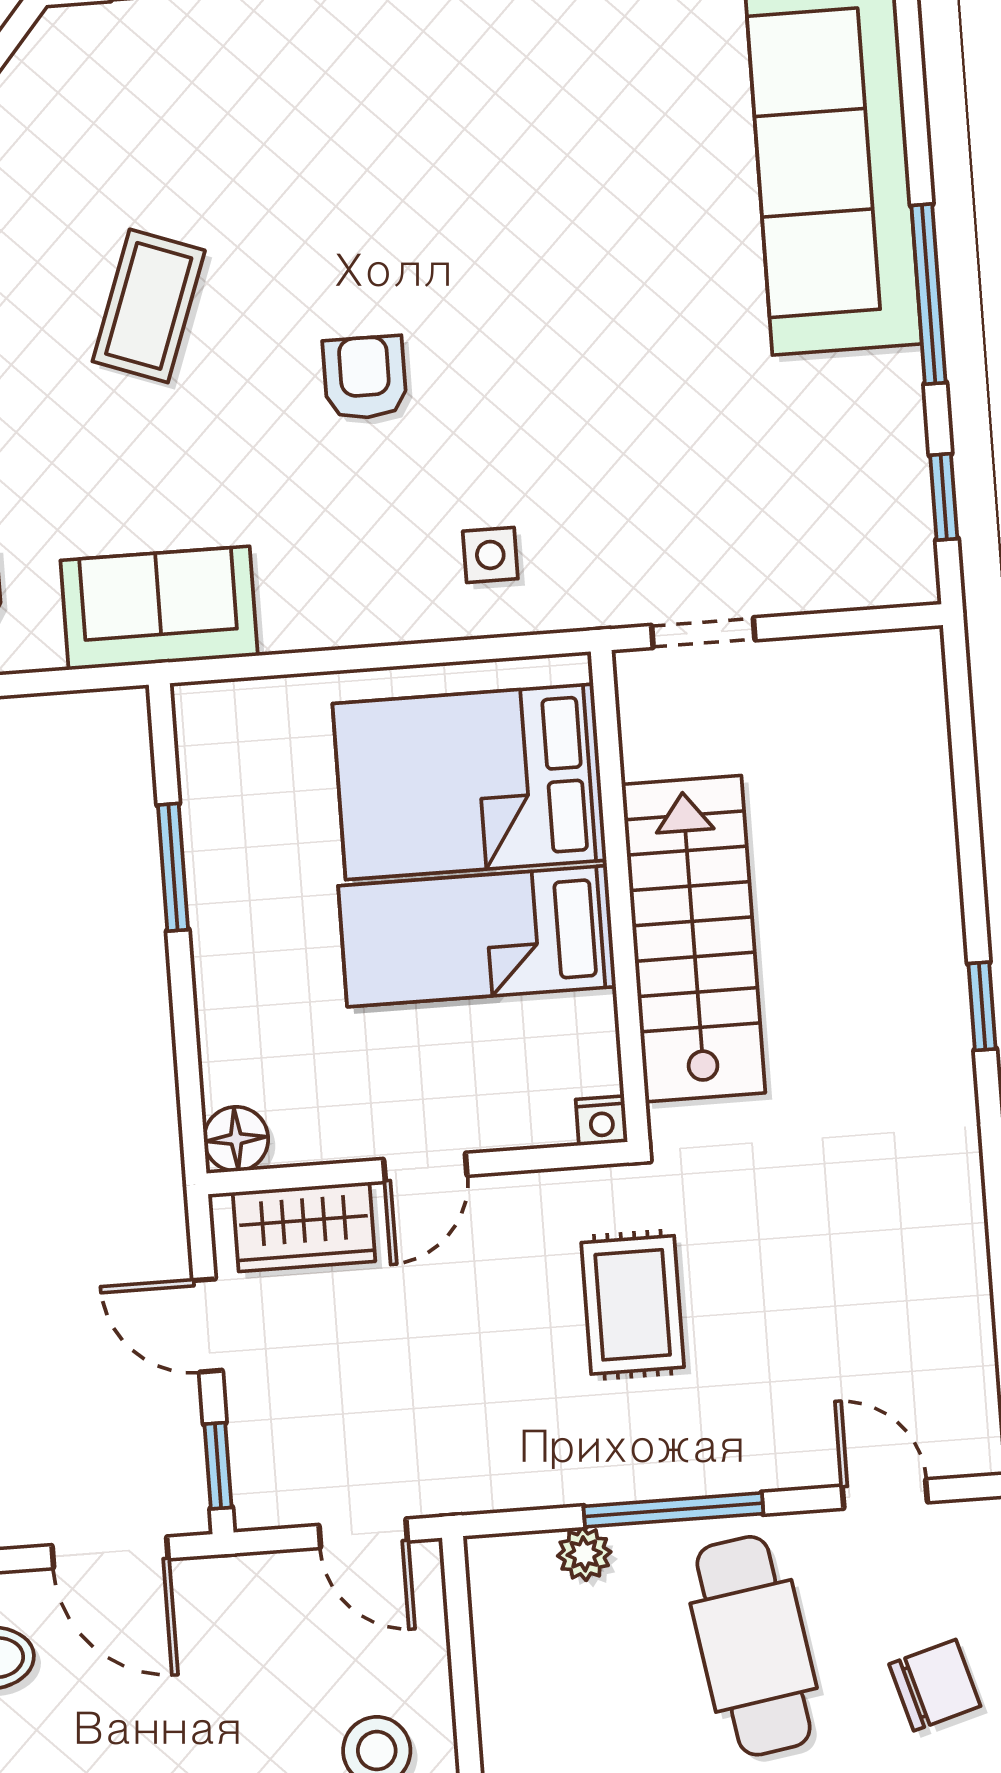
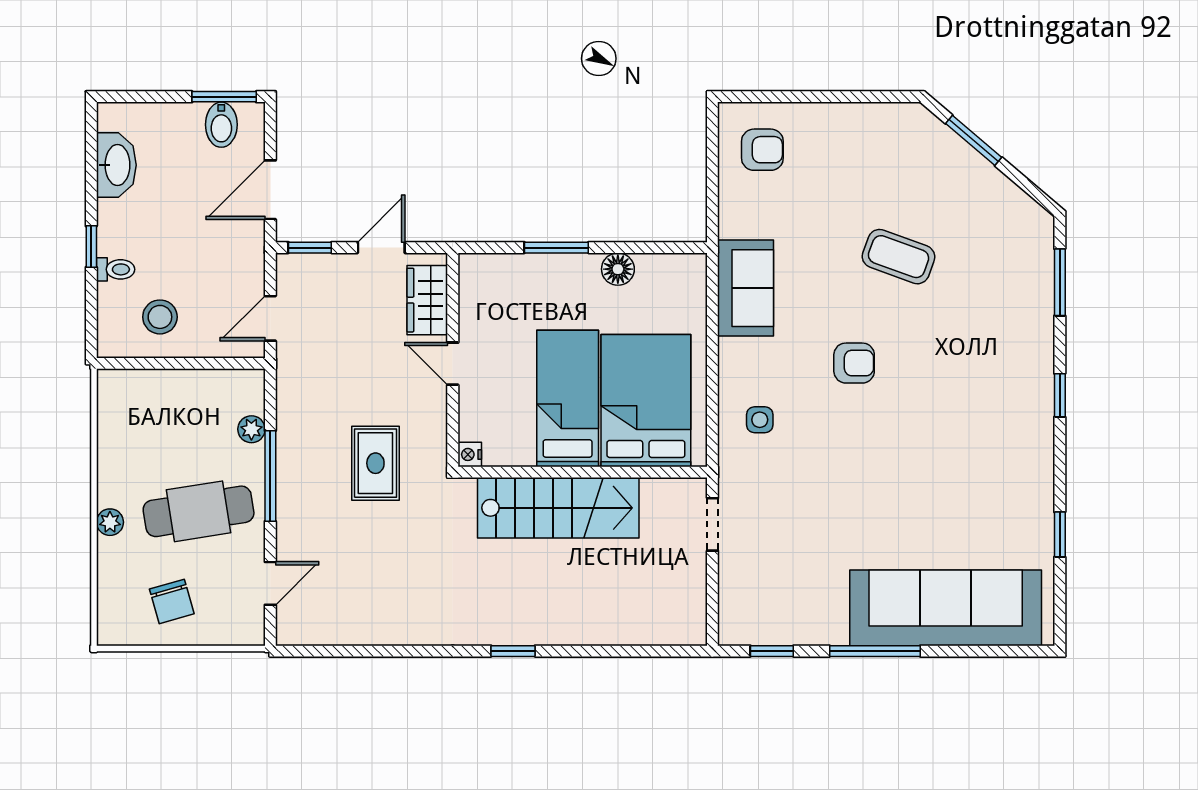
sofa: (159, 608) -> (745, 288), moved
window: (173, 867) -> (556, 248), moved
floor lamp: (236, 1139) -> (618, 269), moved
rug: (633, 1305) -> (375, 463), turned 90

